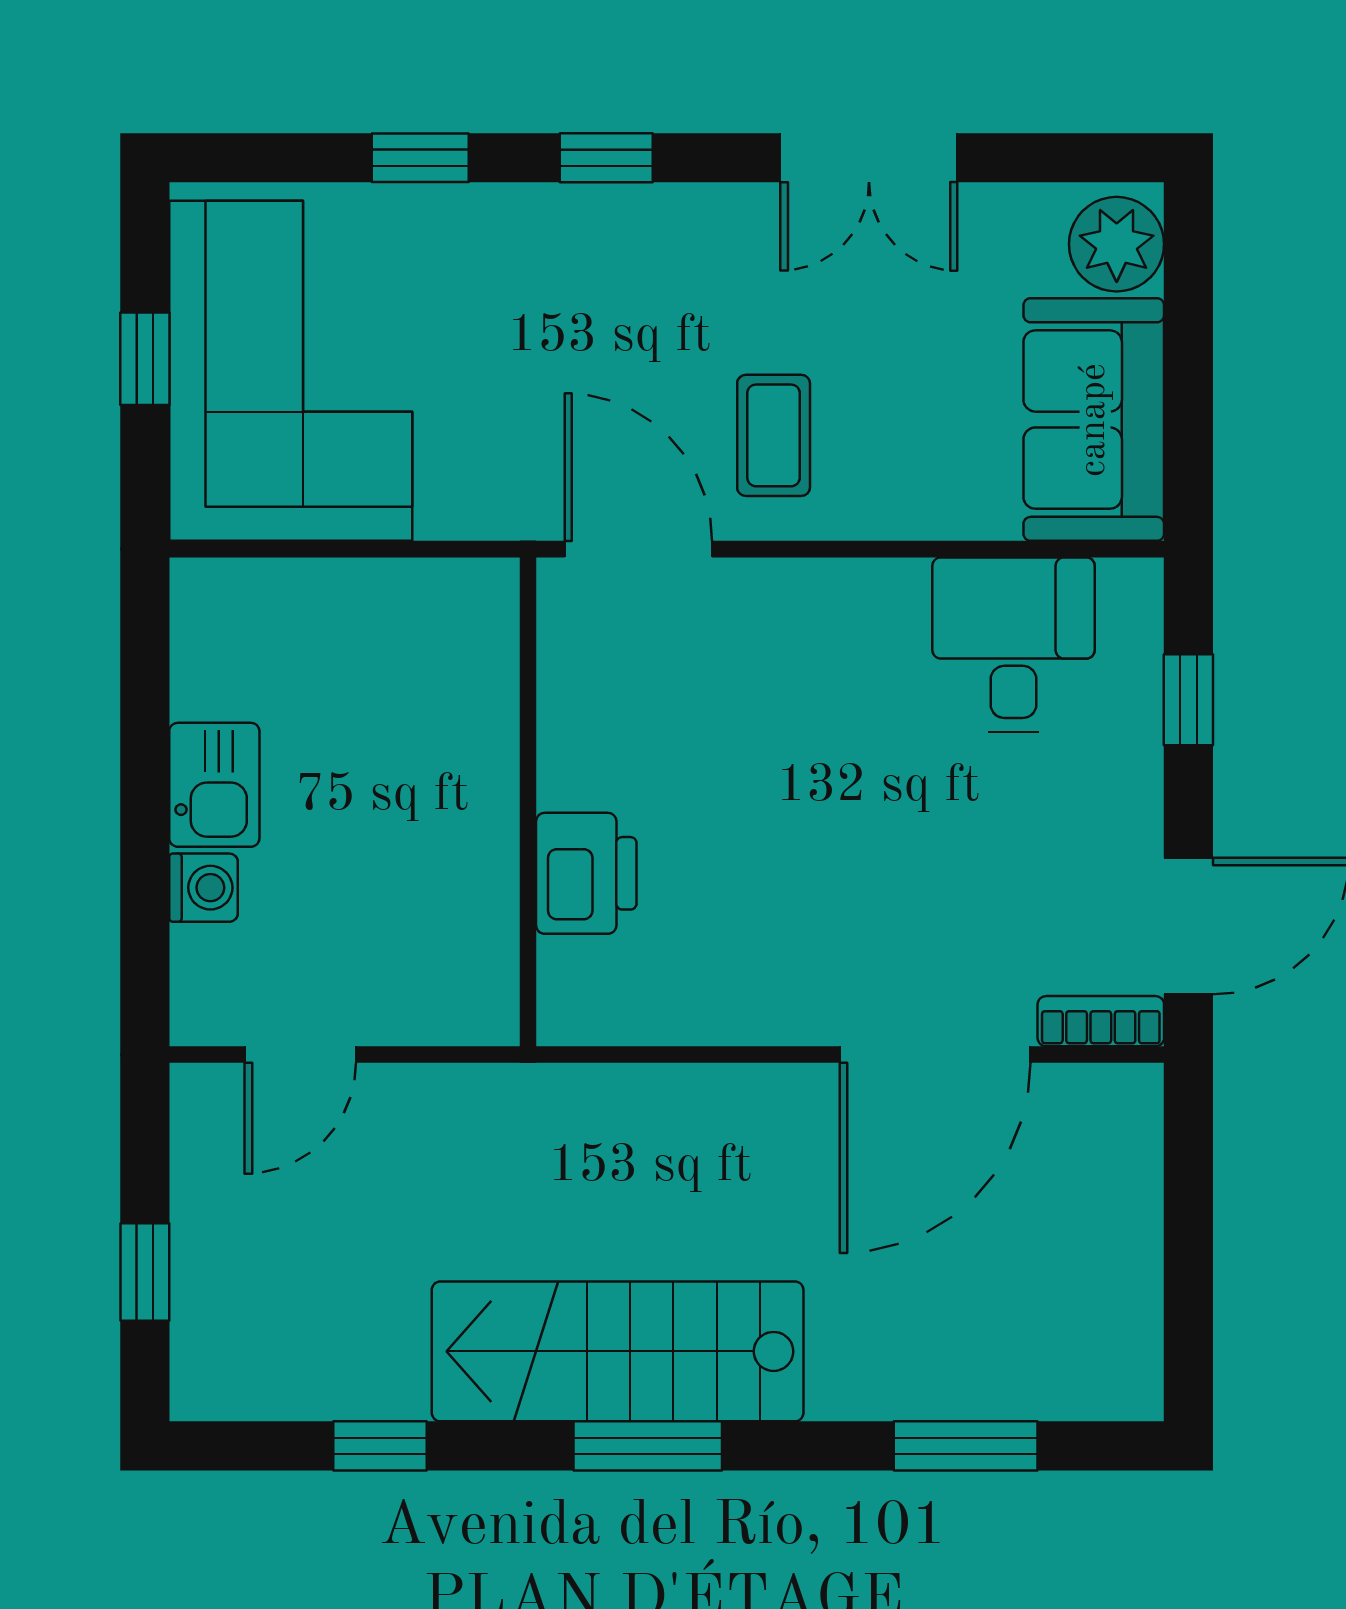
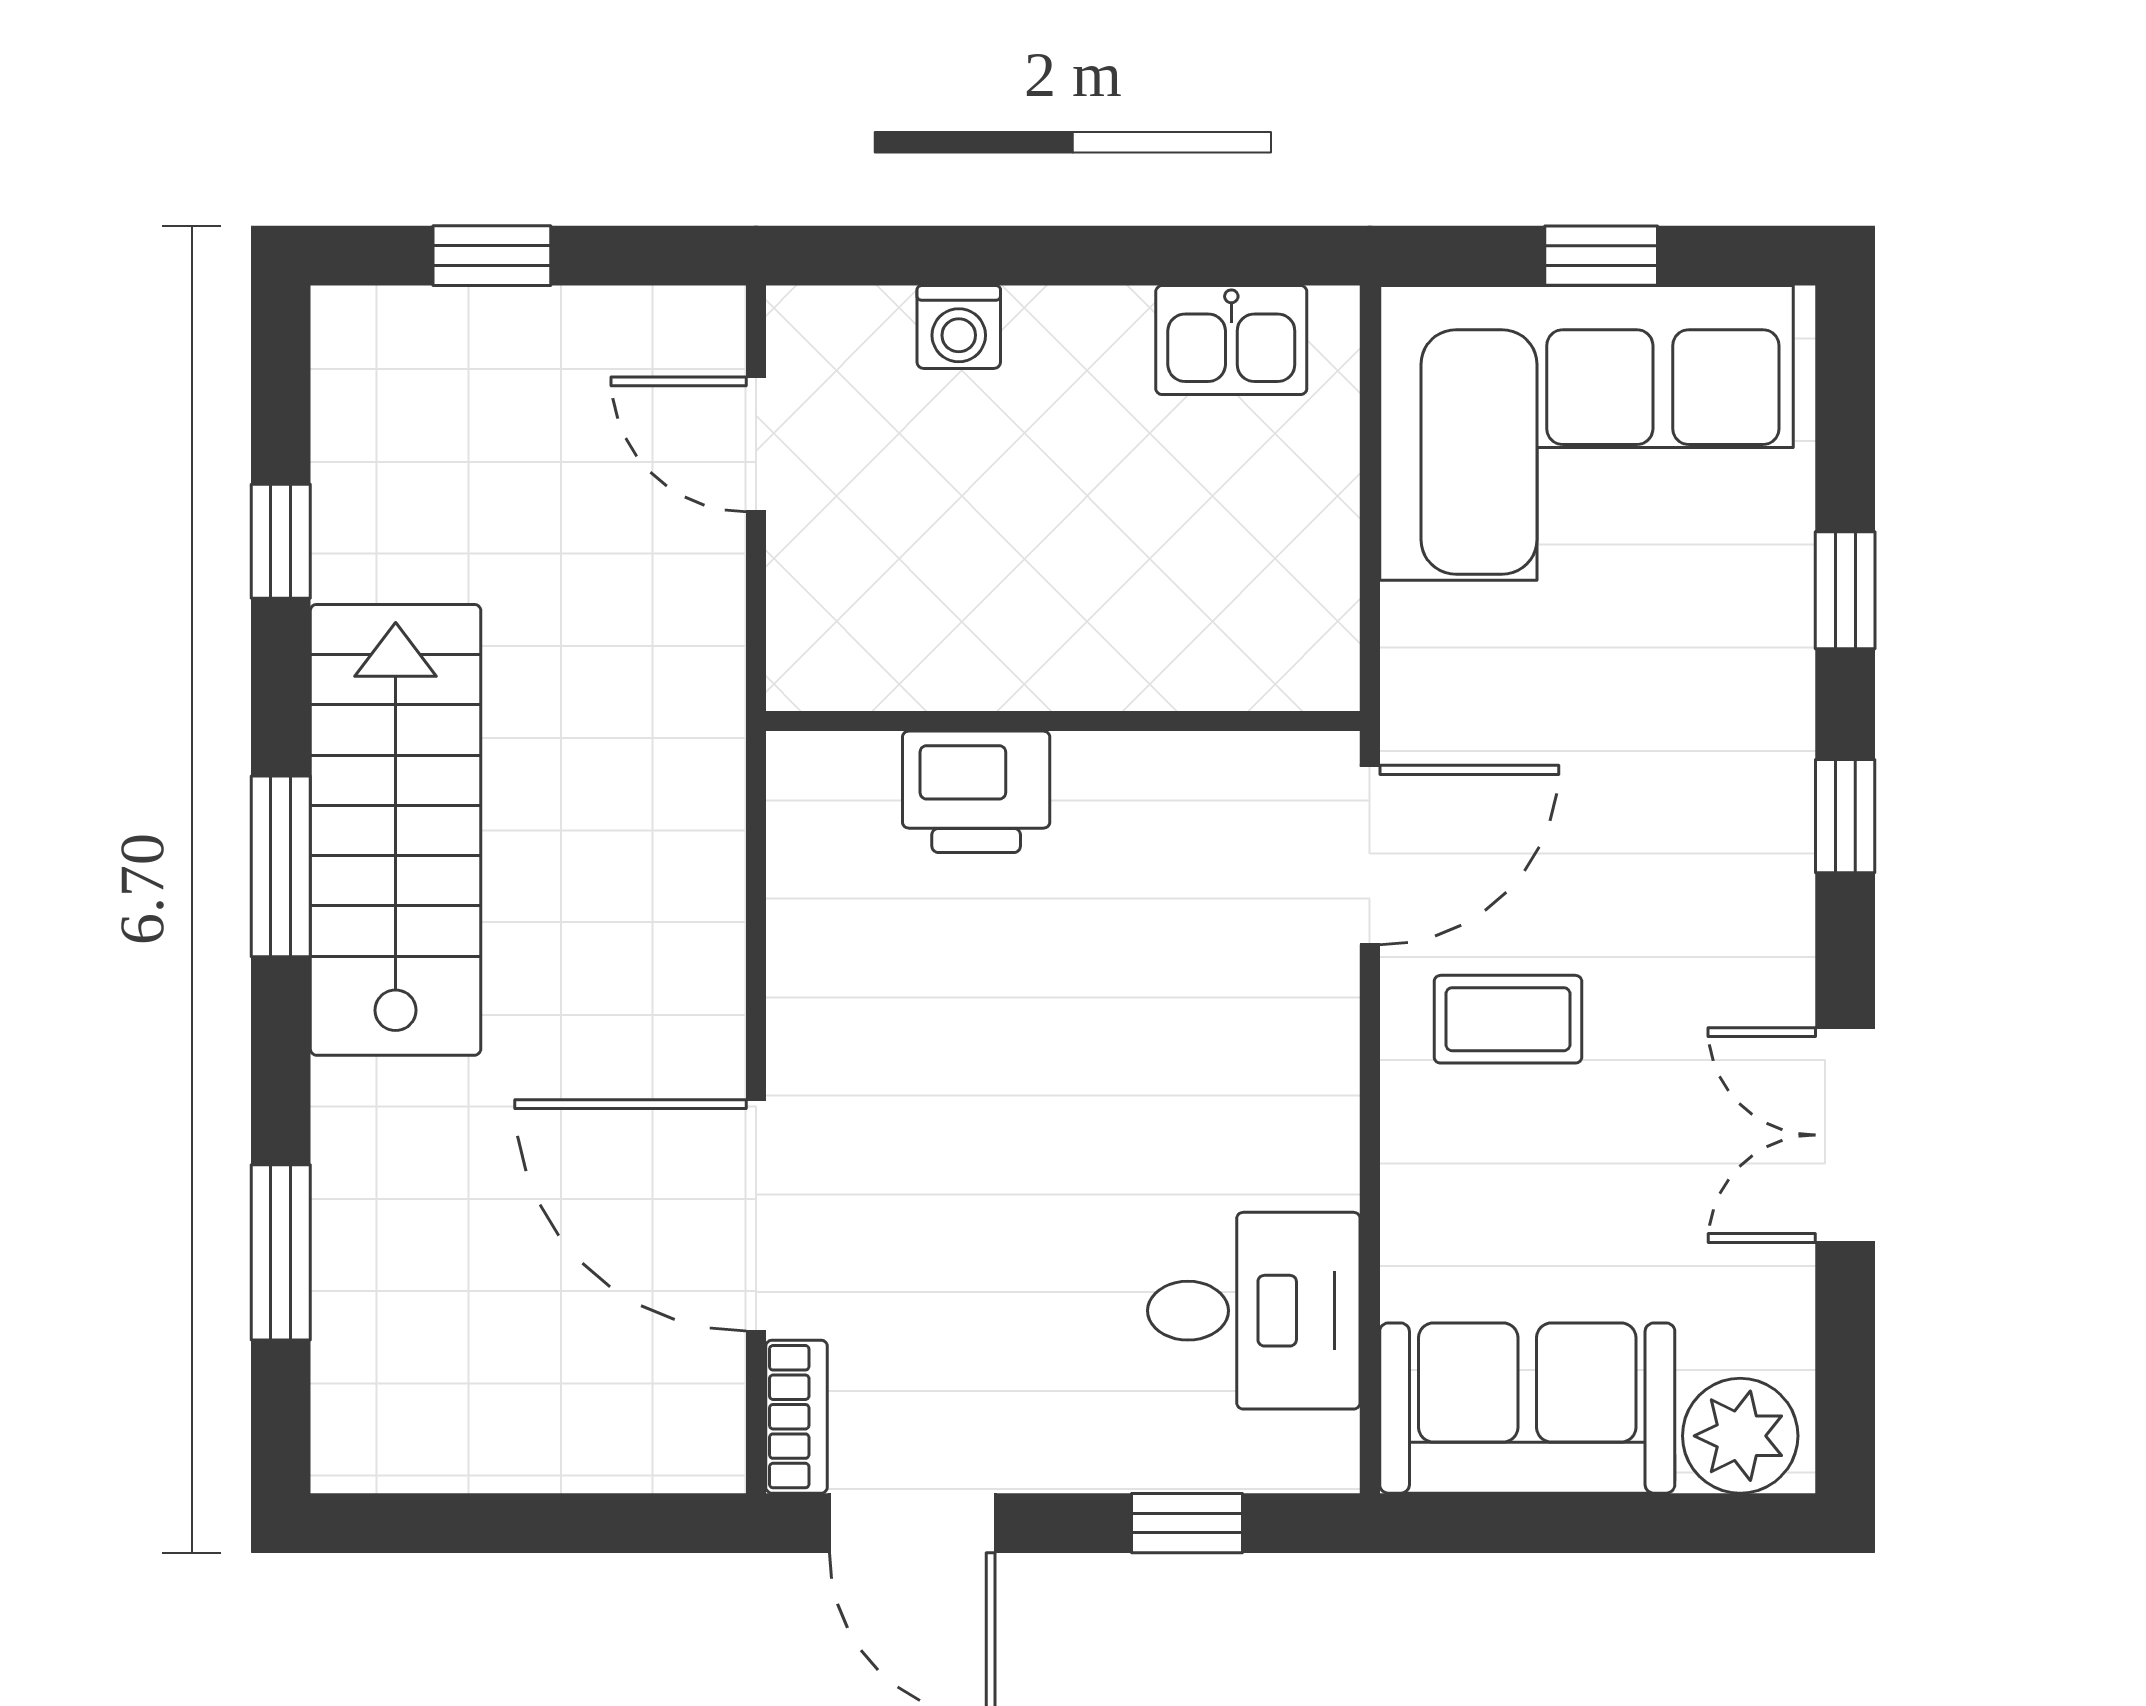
kitchen sink: (214, 785) -> (1231, 340), moved

